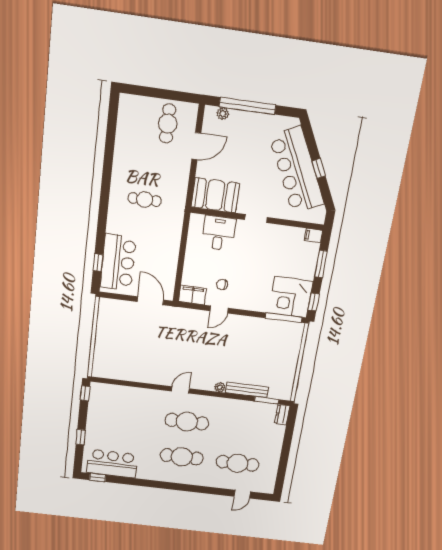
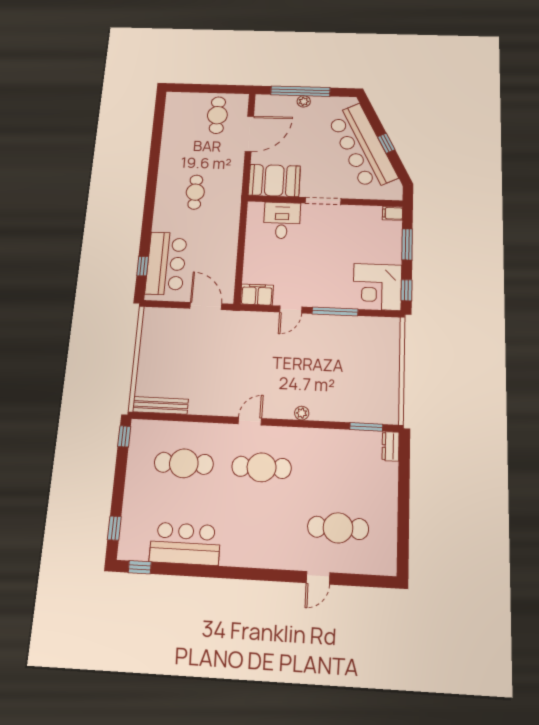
plant: (223, 114) -> (304, 101), moved
door: (196, 146) -> (249, 134), width x1.36
cafe table: (145, 200) -> (195, 192), turned 90
doorway: (256, 219) -> (323, 201), width x1.38
chair: (222, 285) -> (292, 279), removed
window: (284, 318) -> (335, 311), moved
bench: (247, 390) -> (160, 405), moved
window: (81, 437) -> (114, 528), moved
cafe table: (182, 457) -> (184, 463), moved
bar counter: (112, 464) -> (185, 544), moved
door: (242, 494) -> (318, 578), moved

